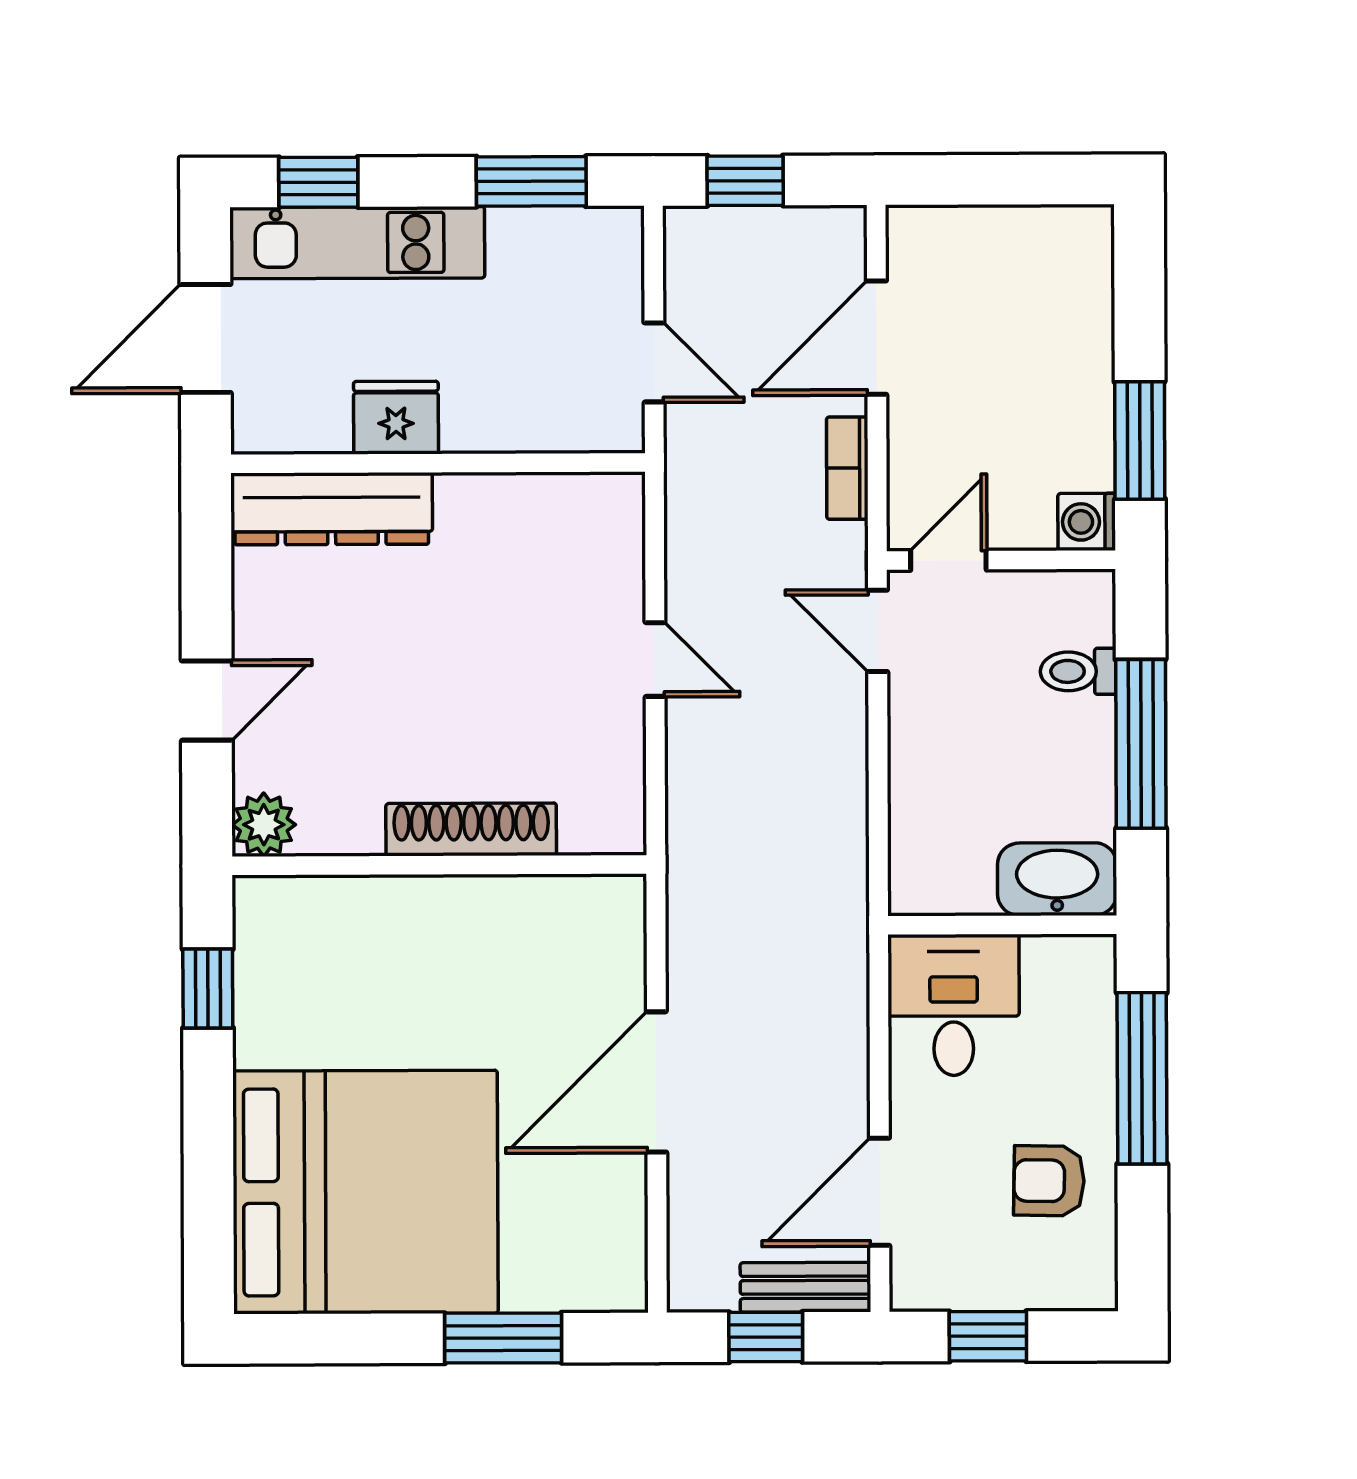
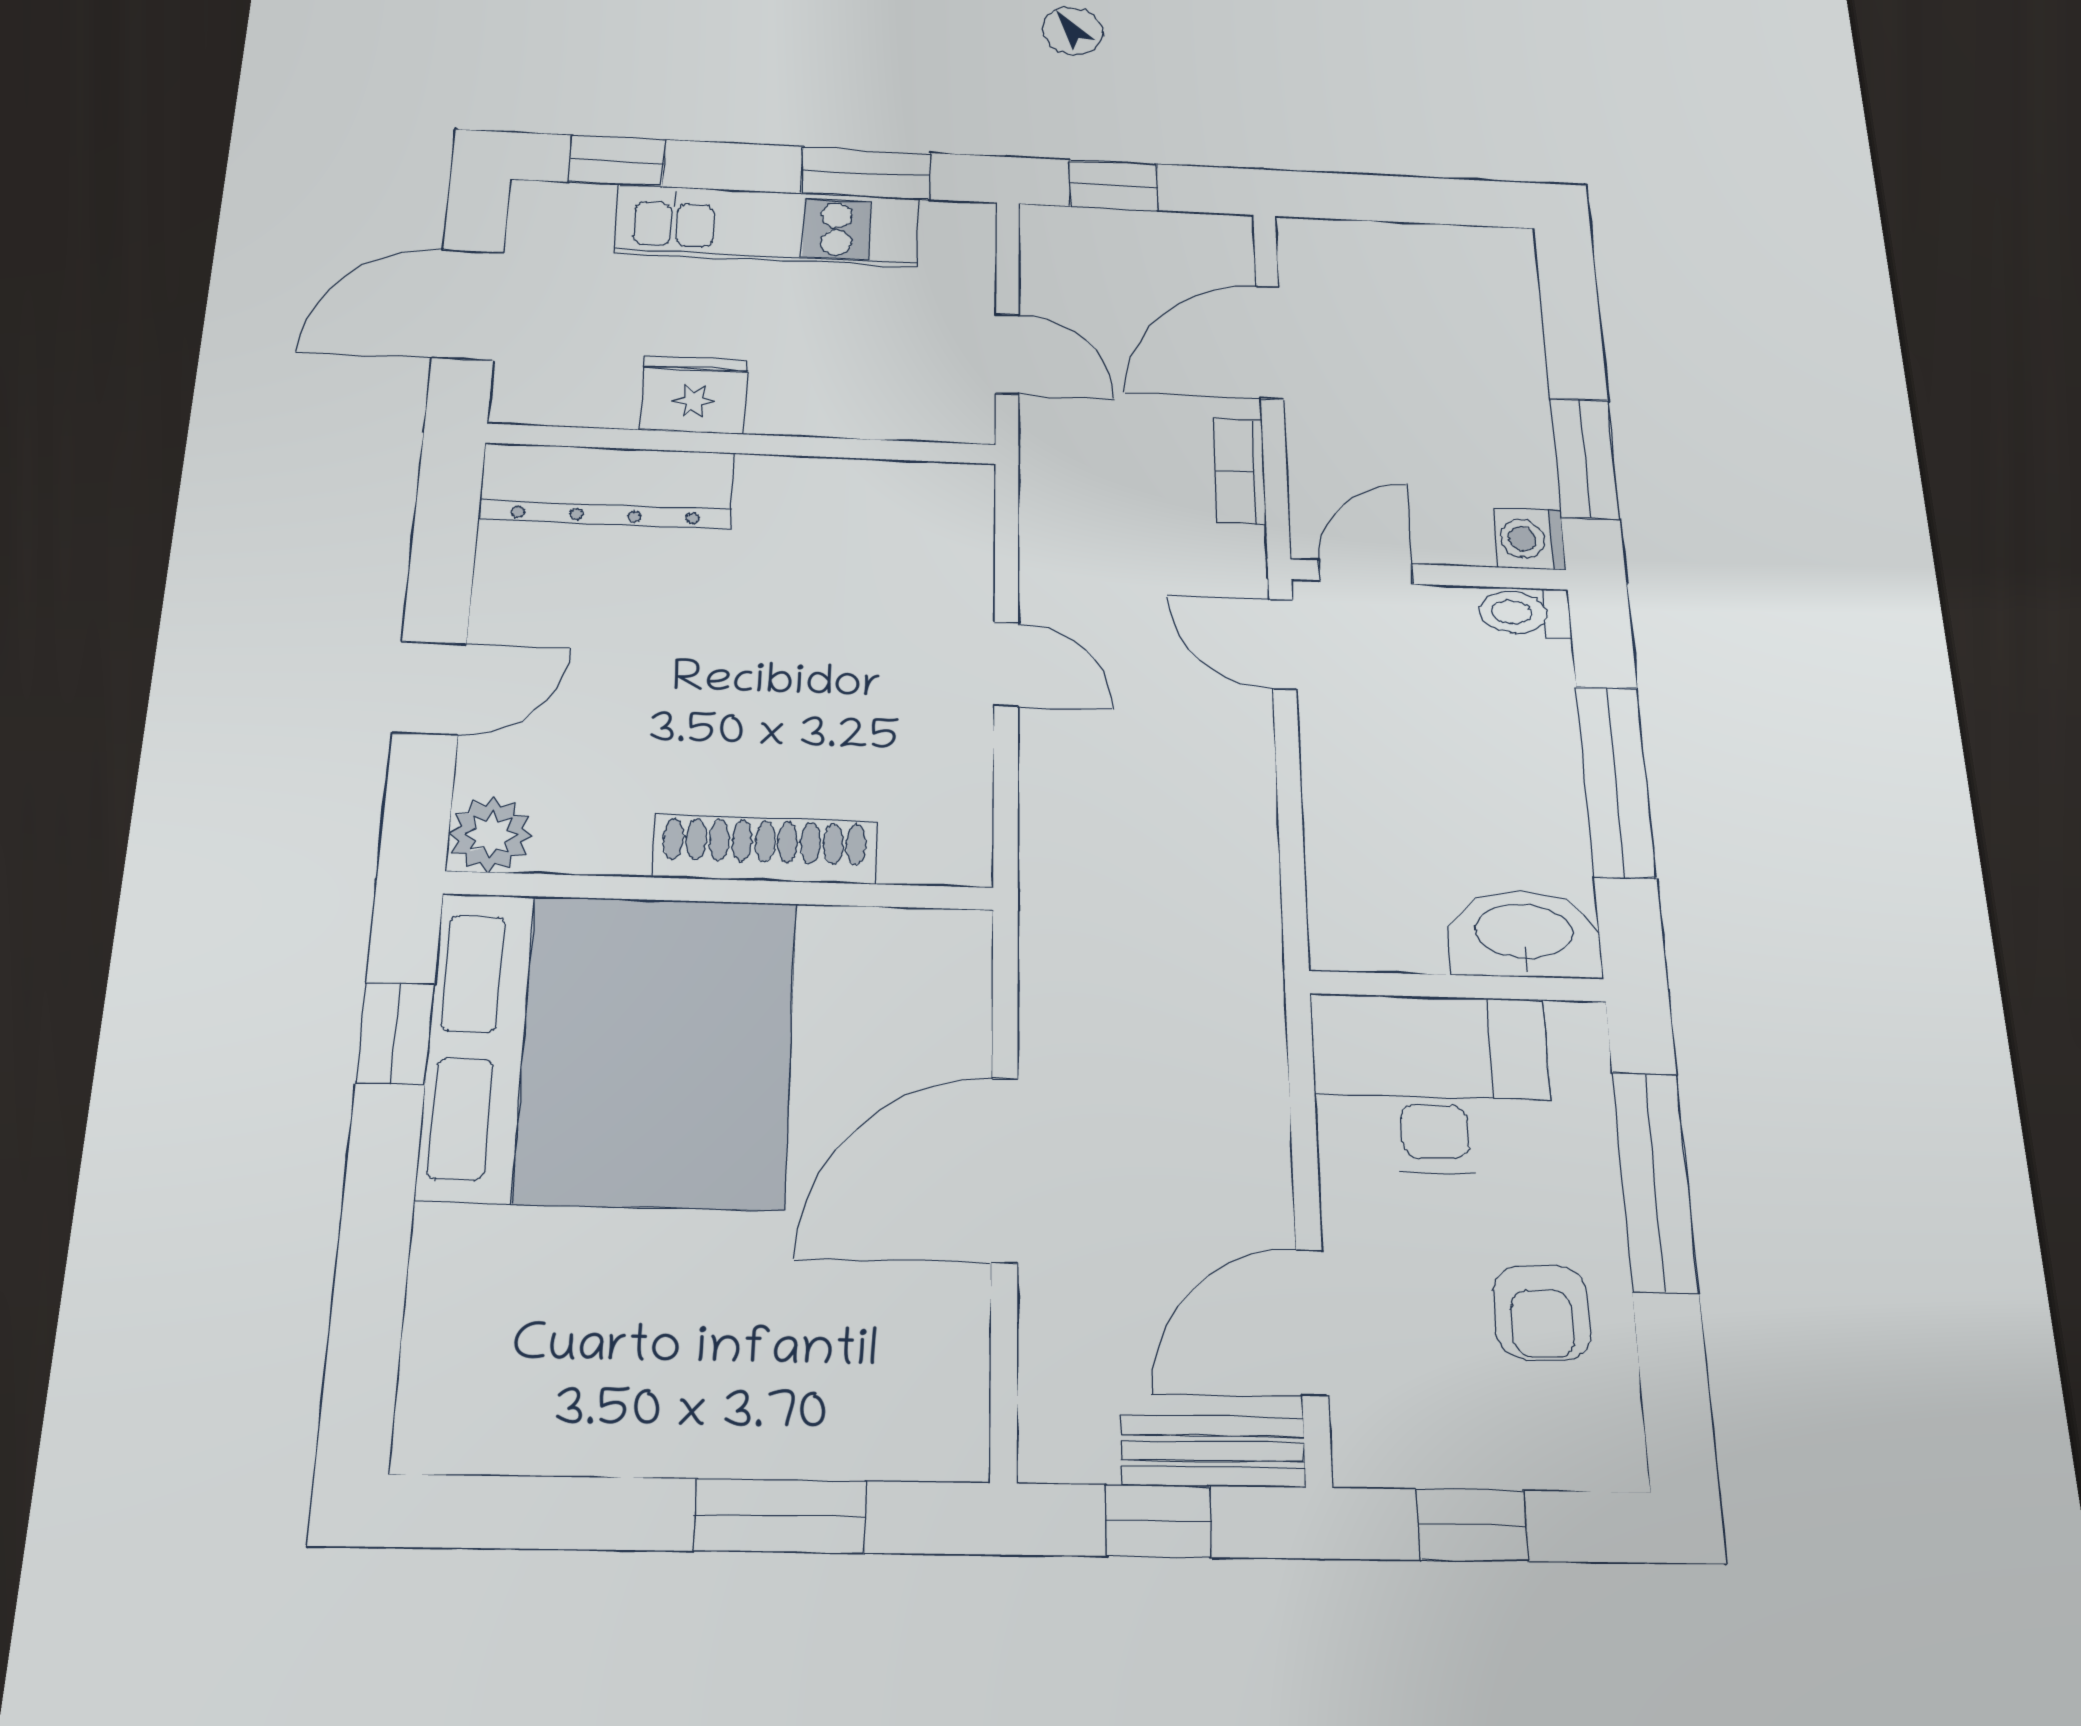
kitchen unit: (357, 243) -> (768, 225), moved
toilet: (1078, 671) -> (1525, 613), moved
desk: (954, 1005) -> (1432, 1083), width x1.37
armchair: (1049, 1181) -> (1542, 1312), turned -91
bed: (365, 1192) -> (610, 1049), moved

